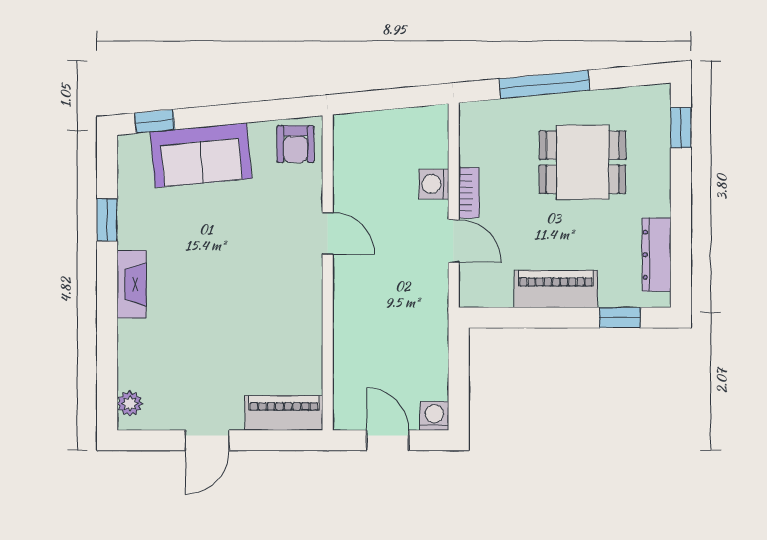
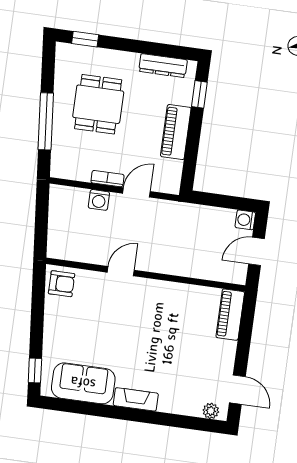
sofa: (201, 155) -> (83, 383), moved, turned -85
window: (107, 220) -> (93, 409), removed
door: (207, 440) -> (237, 390), moved

